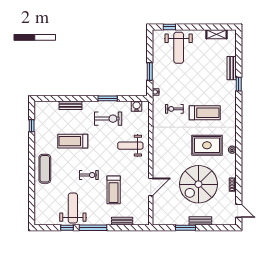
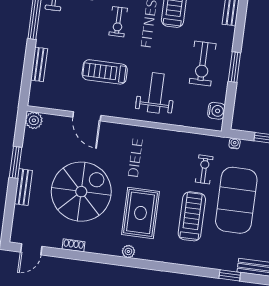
exercise mat: (191, 86) -> (236, 200), added
treadmill: (205, 113) -> (192, 216), turned 180
spiral stairs: (198, 184) -> (81, 192), turned 90
treadmill: (114, 190) -> (105, 72), moved
plant: (158, 220) -> (34, 120), added

